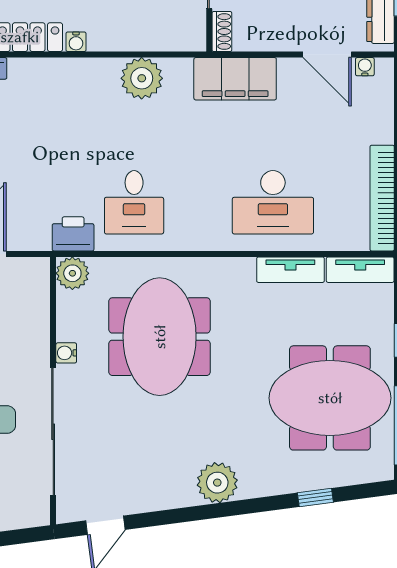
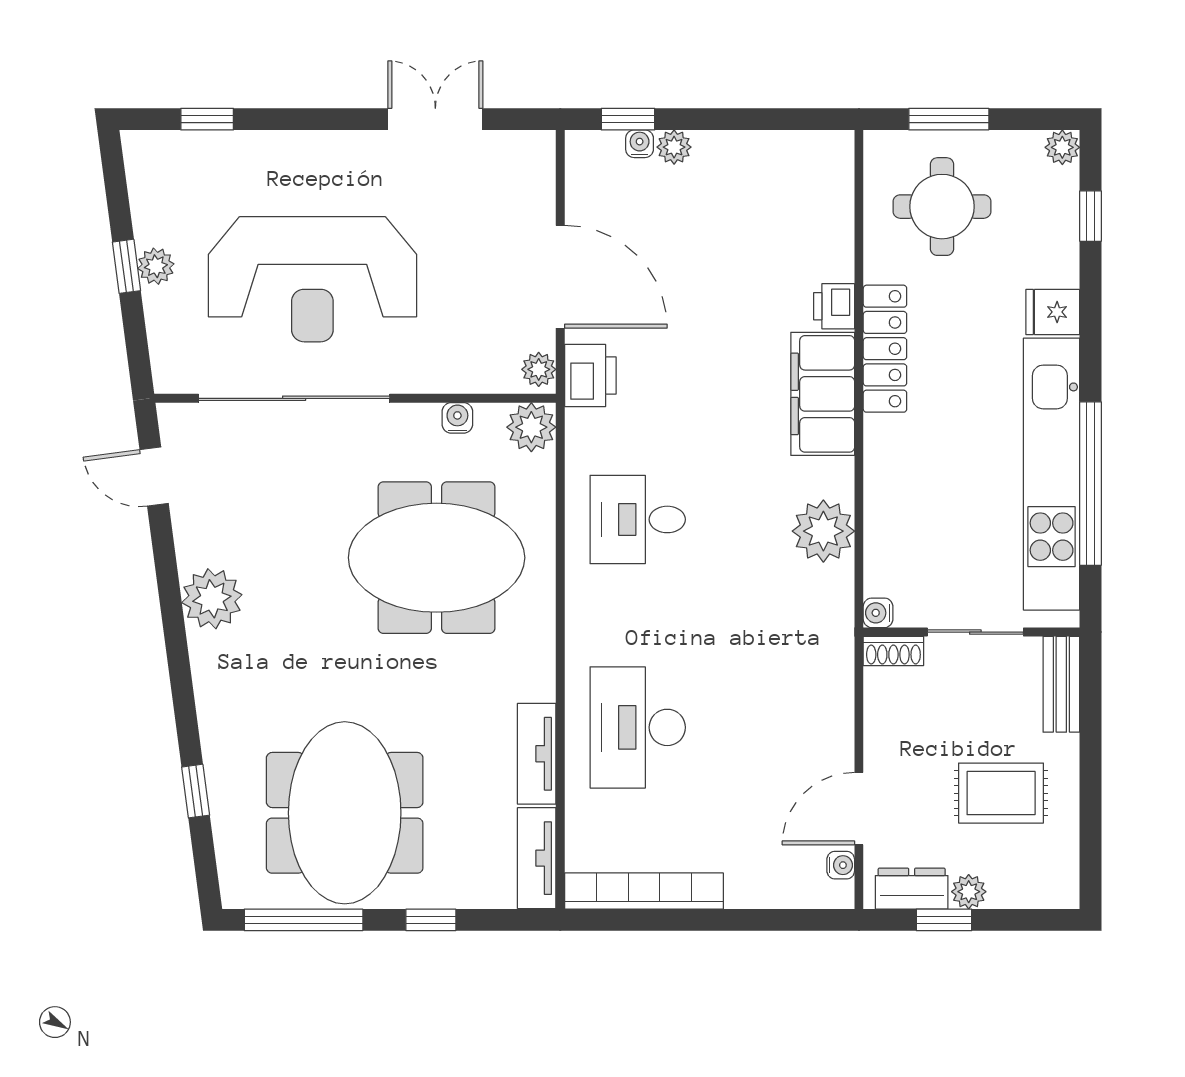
water cooler: (76, 42) -> (878, 613), moved
filing cabinet: (235, 79) -> (823, 394), moved
printer: (73, 234) -> (590, 376), moved
plant: (34, 268) -> (539, 369), added
water cooler: (66, 353) -> (457, 418), moved
plant: (217, 483) -> (212, 599), moved

